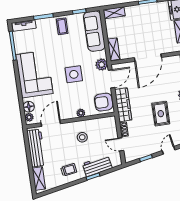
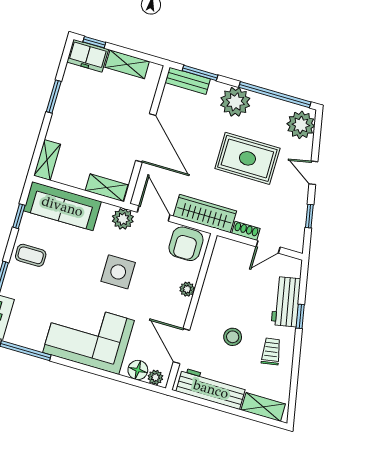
rug: (161, 114) -> (247, 158), width x1.36, depth x1.43
stool: (82, 137) -> (233, 337), moved

